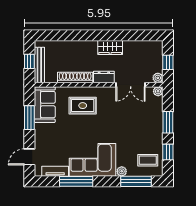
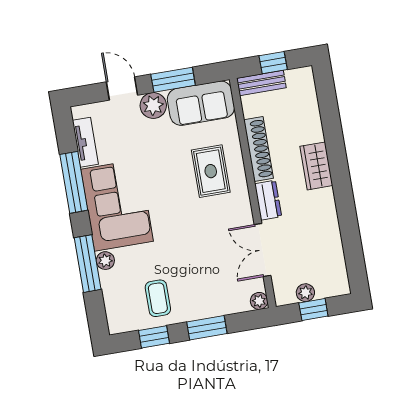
wardrobe: (110, 48) -> (316, 166), moved
bench: (39, 65) -> (261, 83), width x0.73
plant: (158, 78) -> (305, 293), moved
plant: (42, 131) -> (153, 106), added
door: (29, 157) -> (122, 88), moved
coffee table: (148, 160) -> (158, 298), moved
window: (136, 181) -> (88, 264), moved

